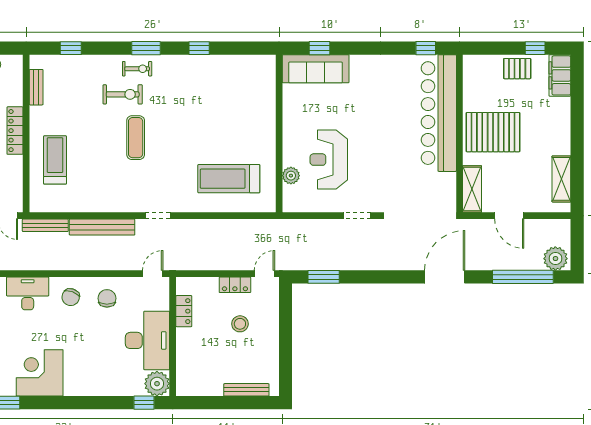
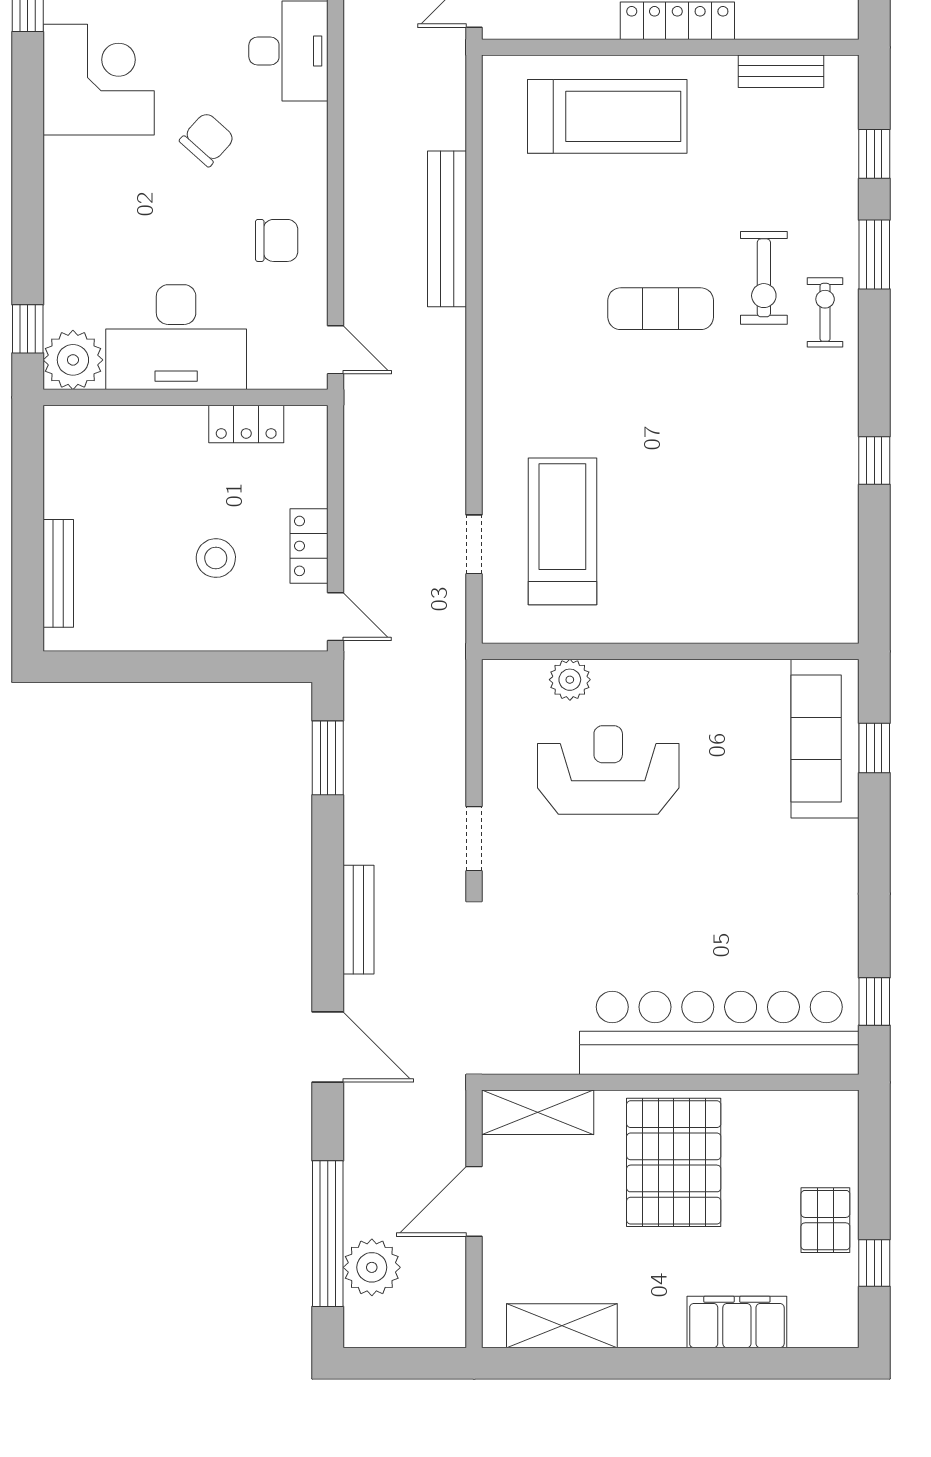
window: (146, 48) -> (874, 255), moved
exercise bike: (137, 69) -> (825, 312), turned 180
filing cabinet: (560, 75) -> (737, 1322), moved
treadmill: (55, 160) -> (607, 116), width x1.37, depth x1.38
doorway: (158, 216) -> (474, 544), moved
bench: (45, 225) -> (359, 920), moved
plant: (555, 259) -> (372, 1267), moved
door: (445, 277) -> (328, 1047), width x0.73
chair: (71, 297) -> (207, 139), moved, turned 112

